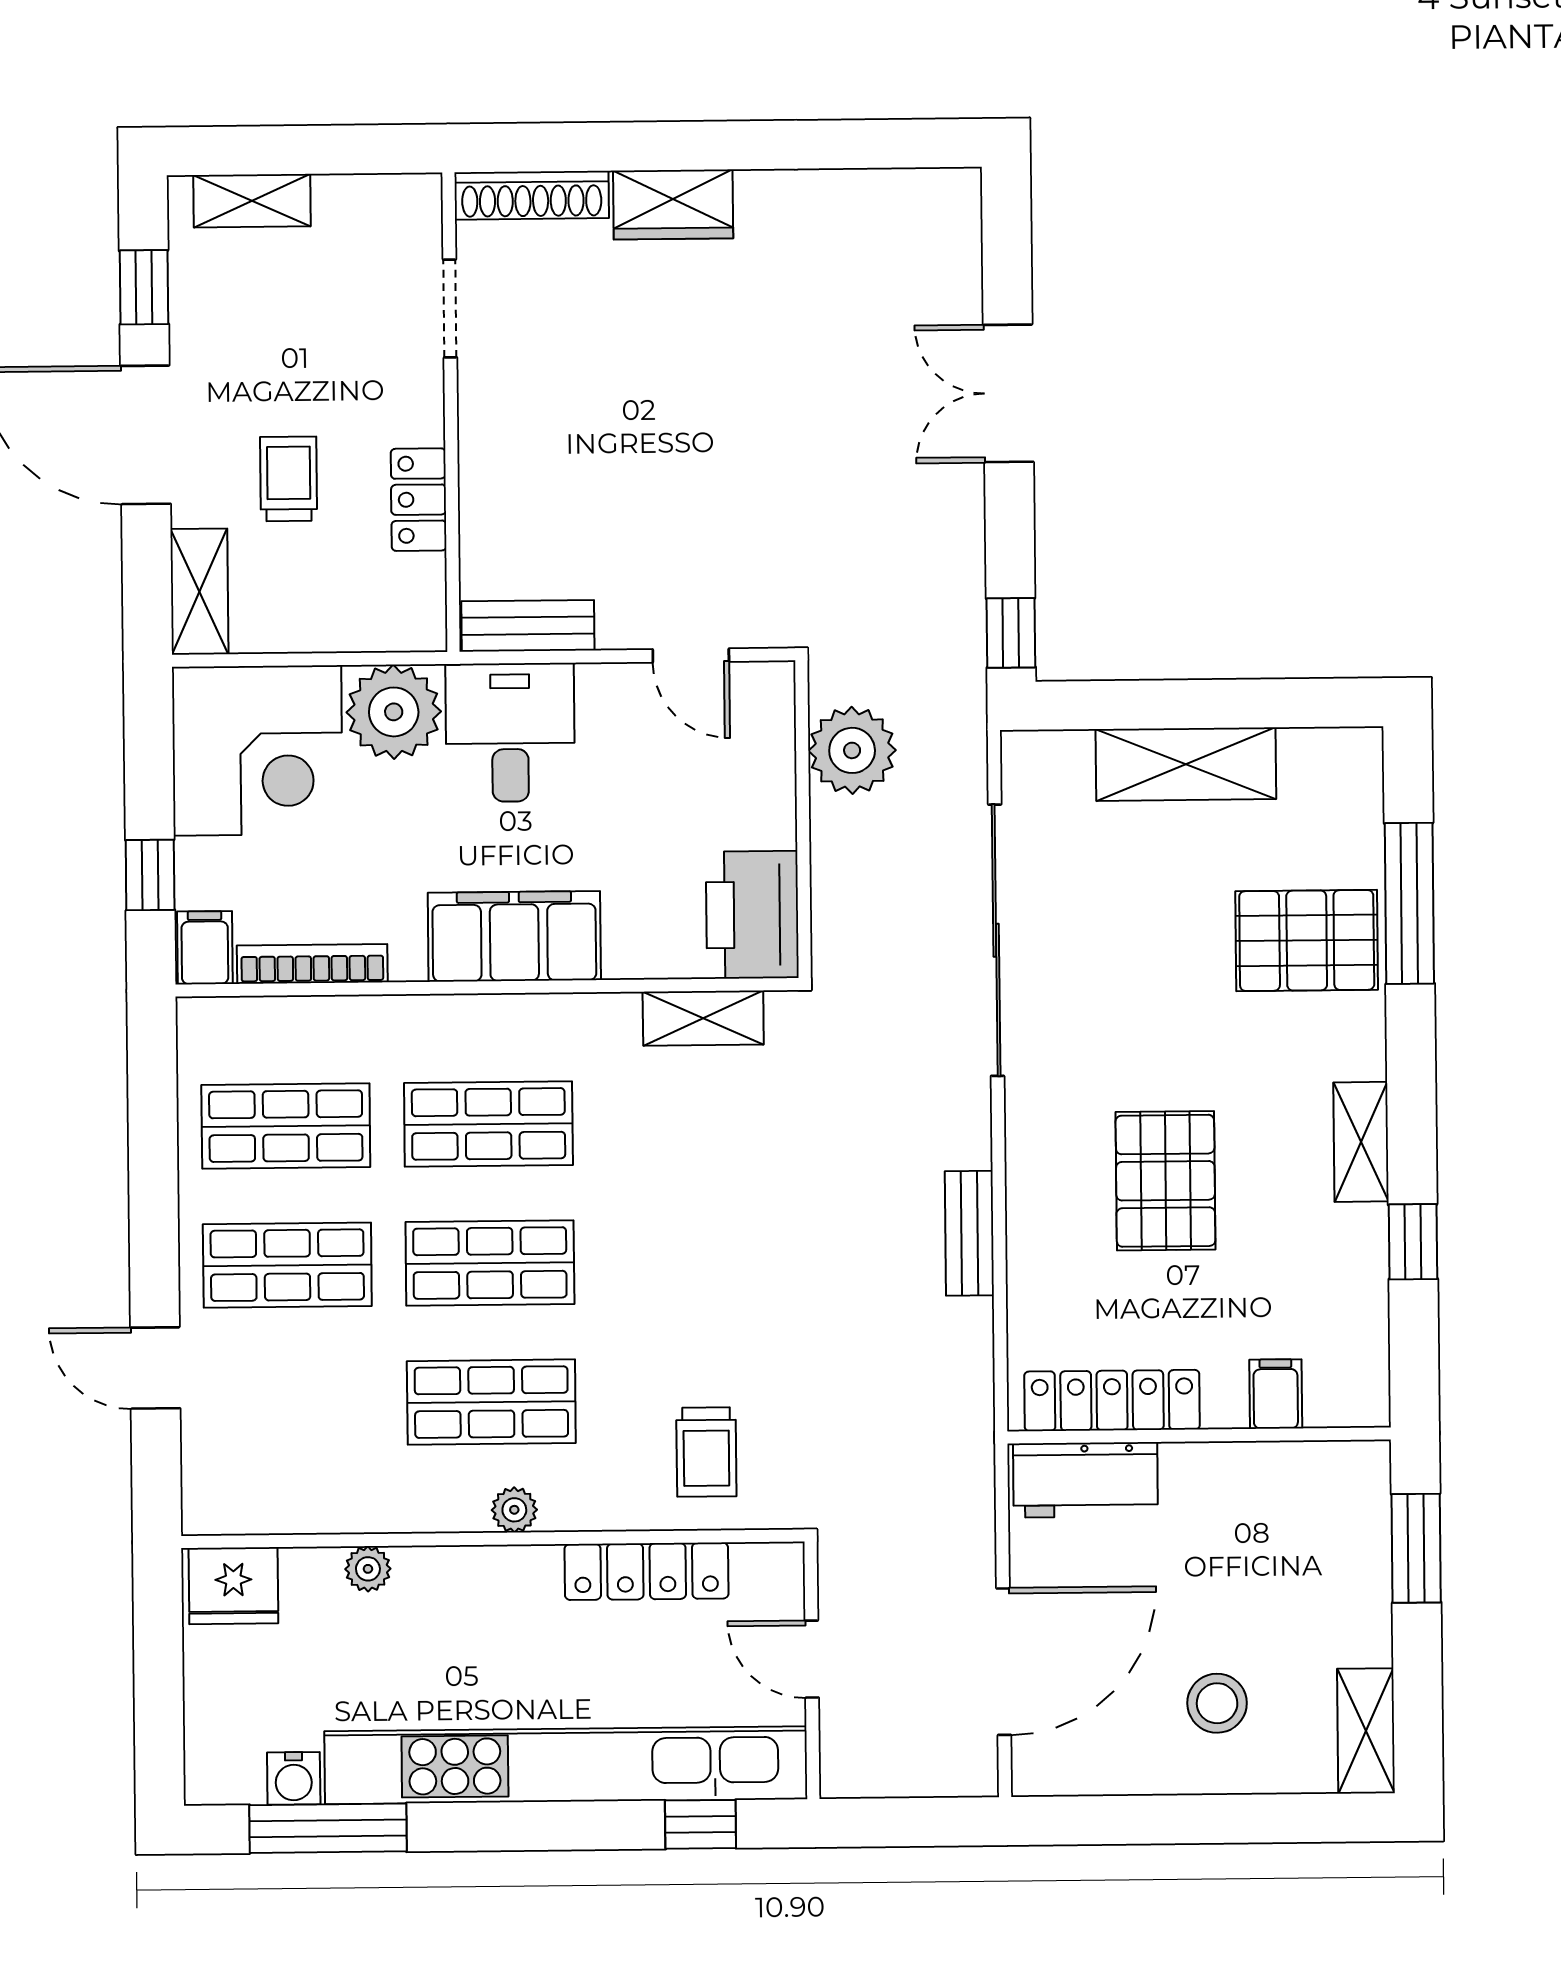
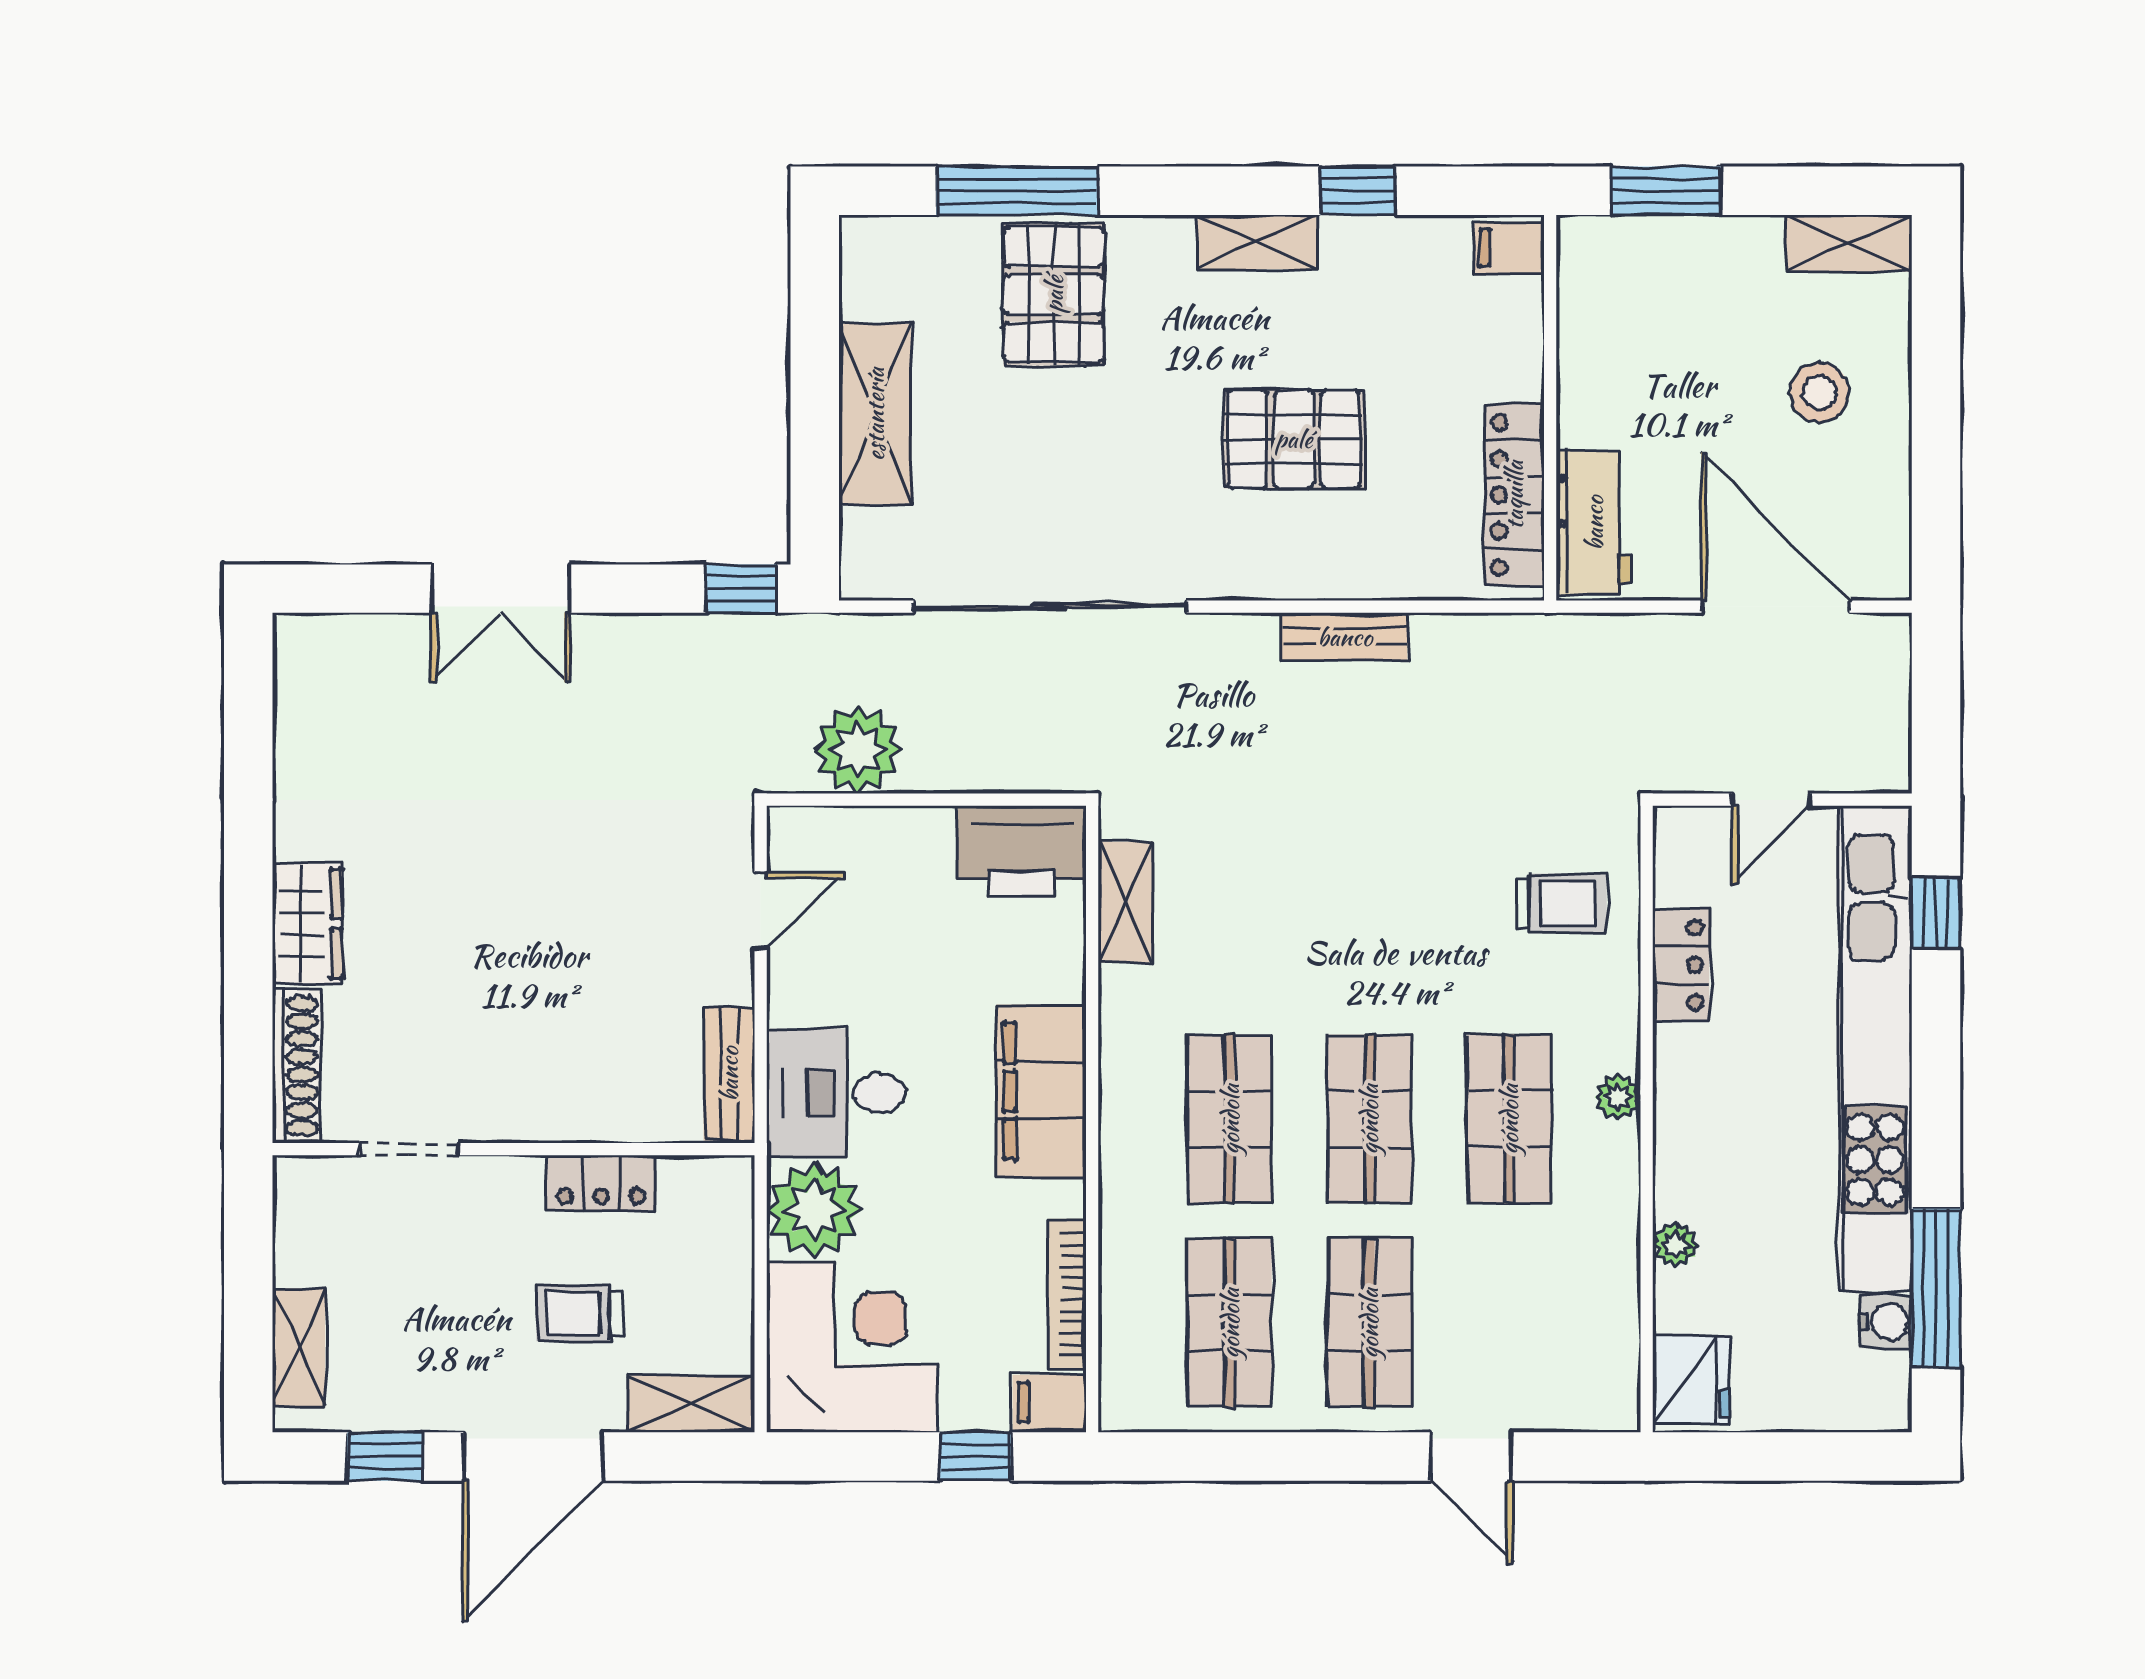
door: (155, 1368) -> (1471, 1457), hinge flipped
filing cabinet: (1276, 1394) -> (1509, 248), moved
locker: (646, 1571) -> (1681, 965), width x0.66

